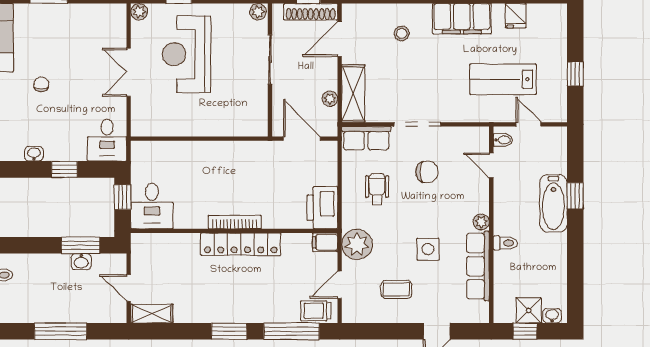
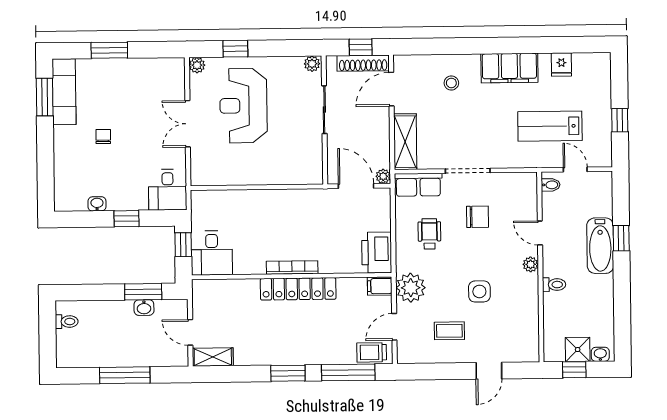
plant: (330, 99) -> (383, 176), moved
door: (491, 165) -> (540, 233), moved
row of seats: (478, 266) -> (528, 307), removed

